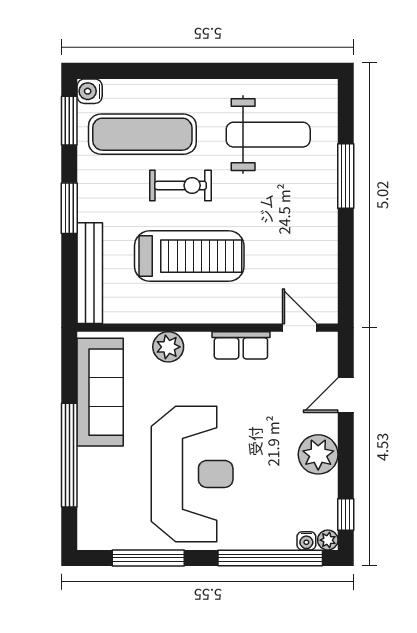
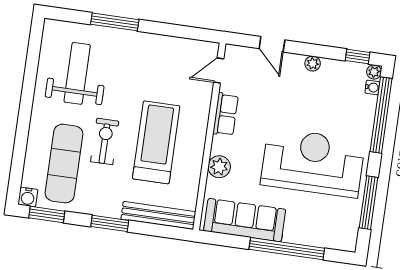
plant: (318, 454) -> (313, 64), width x0.53, depth x0.53

